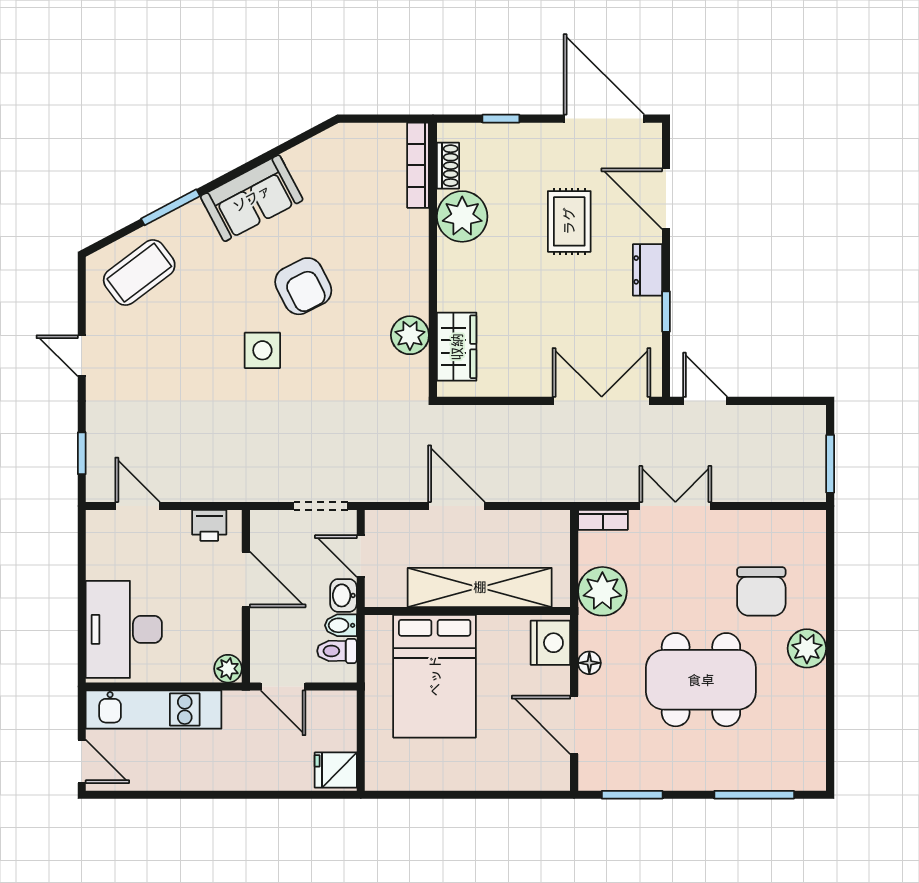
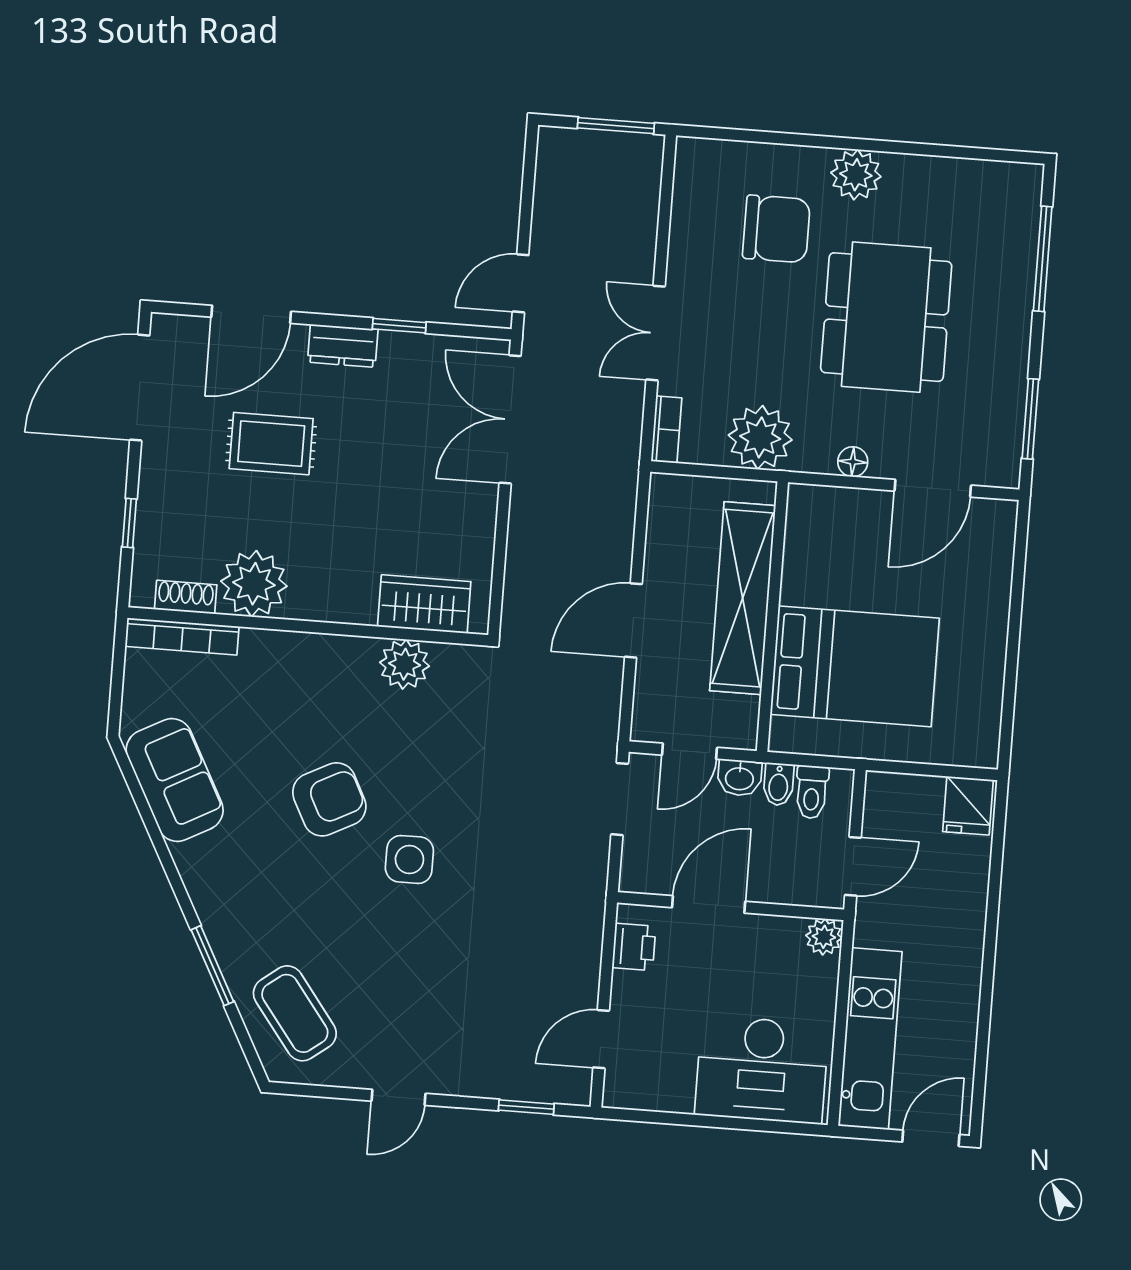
sofa: (252, 198) -> (175, 780), moved
nightstand: (550, 643) -> (822, 511), removed

